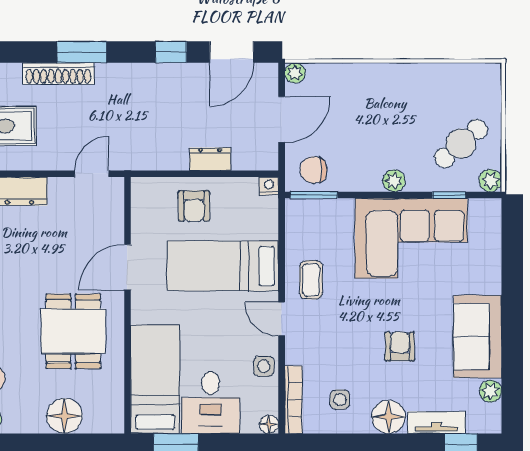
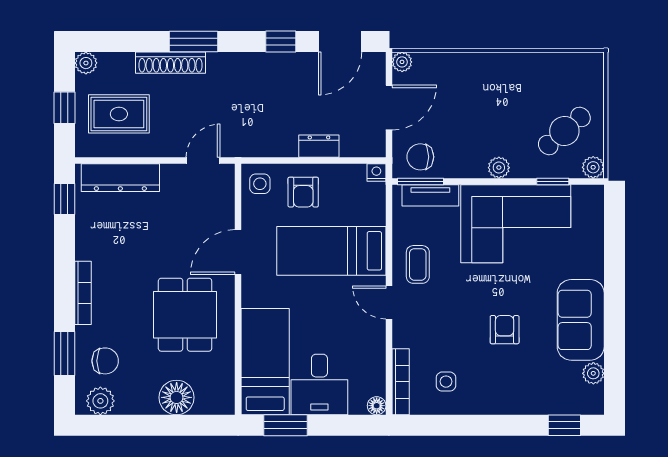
side table: (264, 366) -> (260, 184), moved
floor lamp: (389, 417) -> (494, 398), removed
tv unit: (436, 423) -> (430, 195), moved, turned 180

